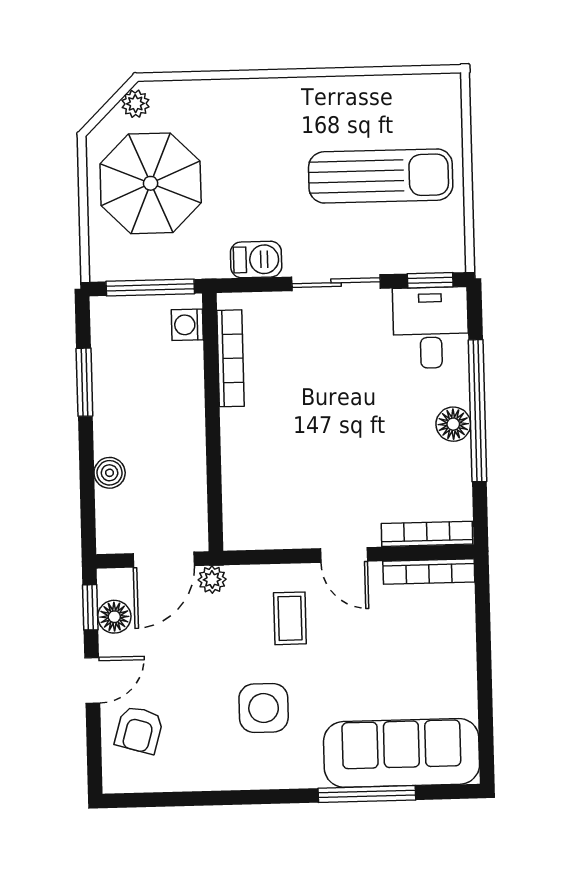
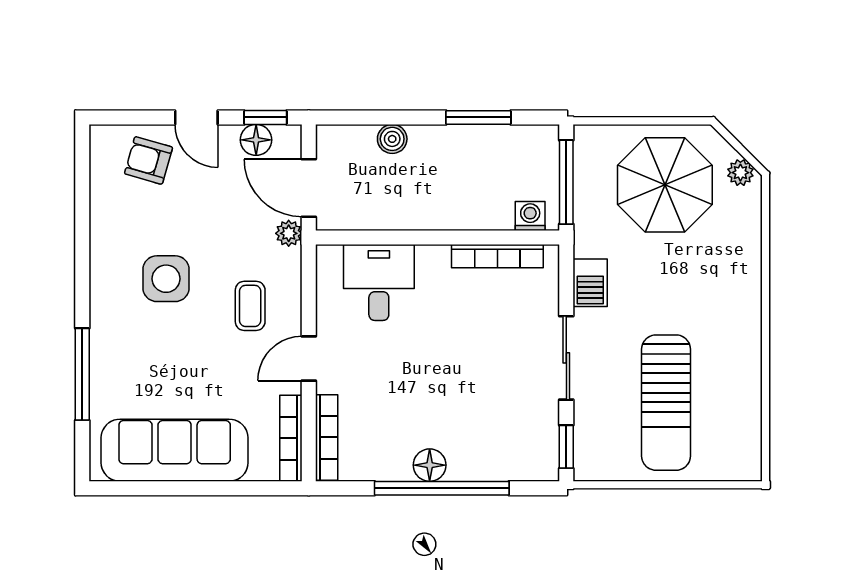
desk: (431, 328) -> (379, 283), moved, turned -90
coffee table: (290, 618) -> (250, 306), turned 90
sofa: (402, 753) -> (175, 450), moved, turned -90

